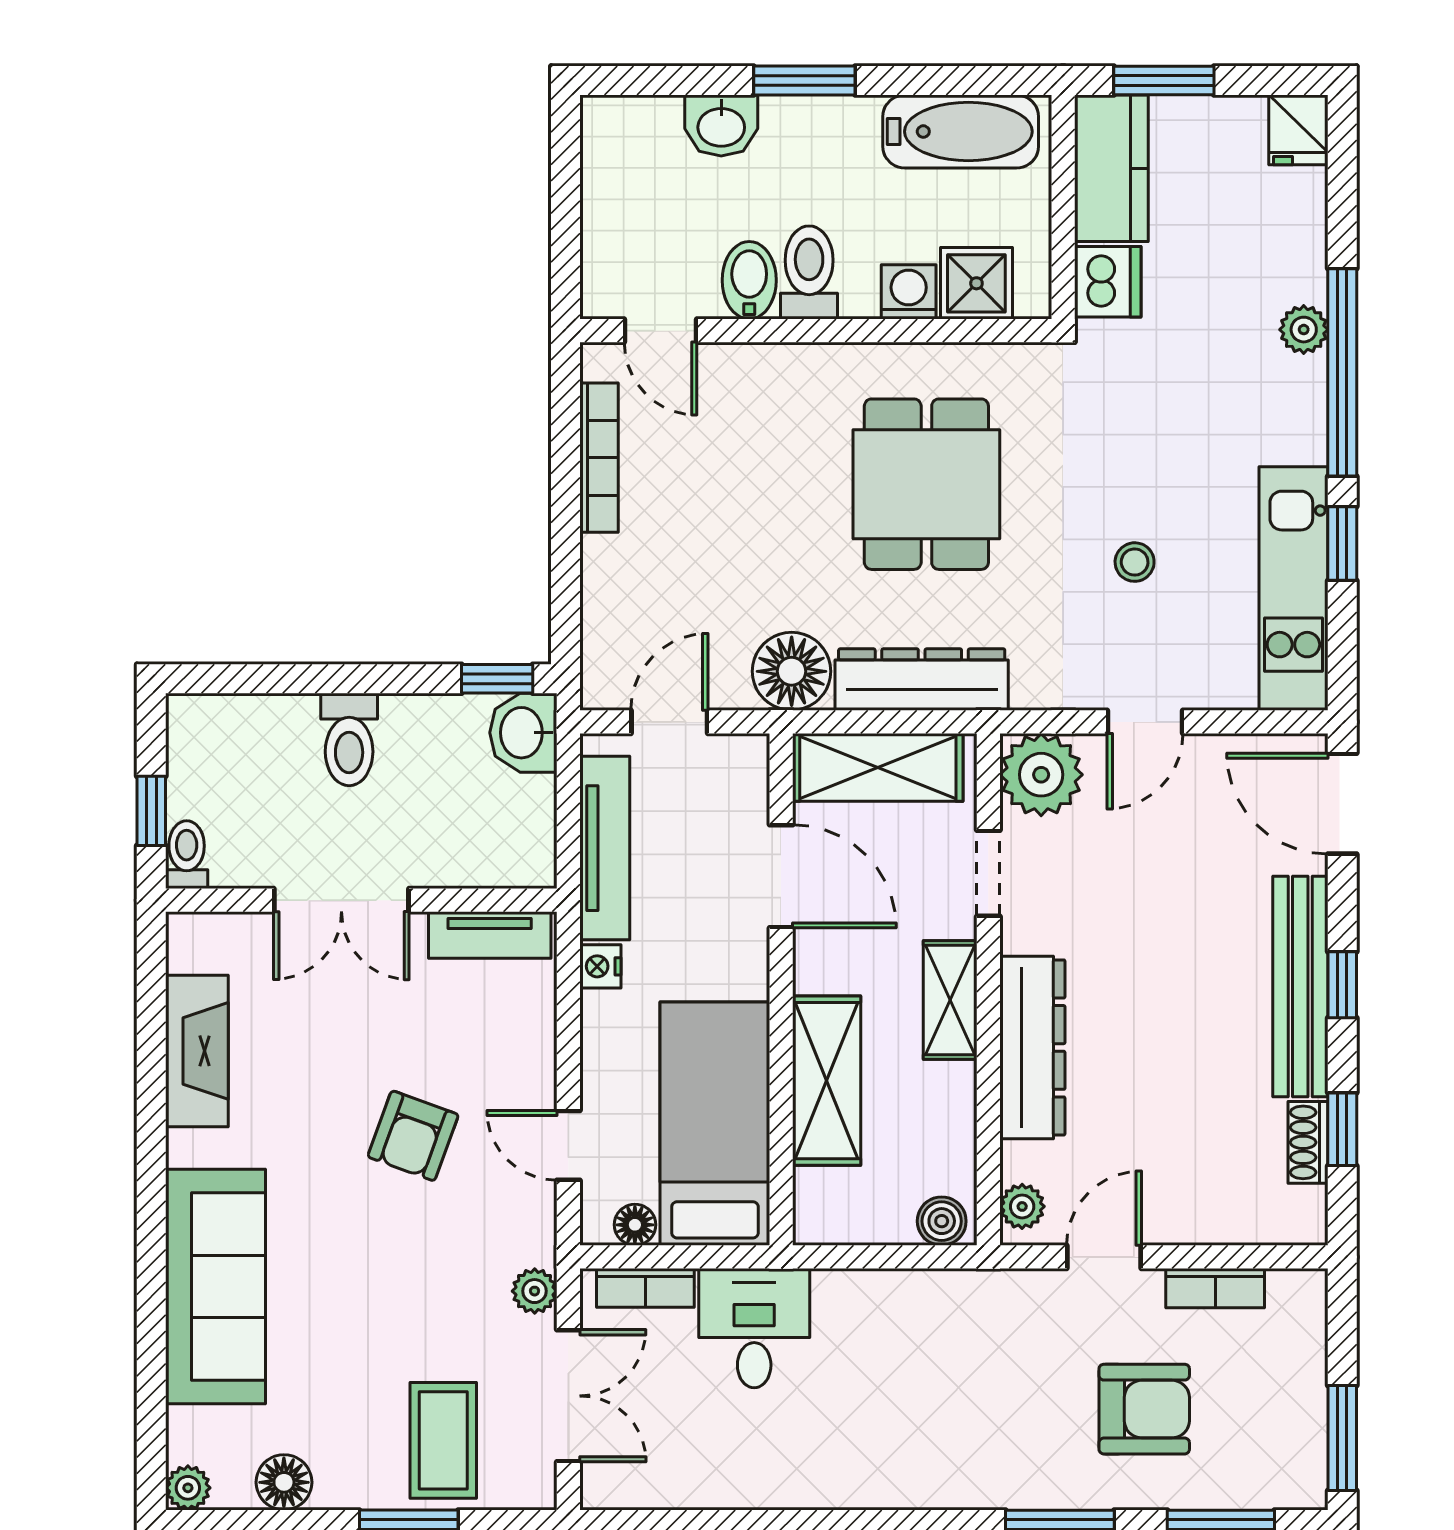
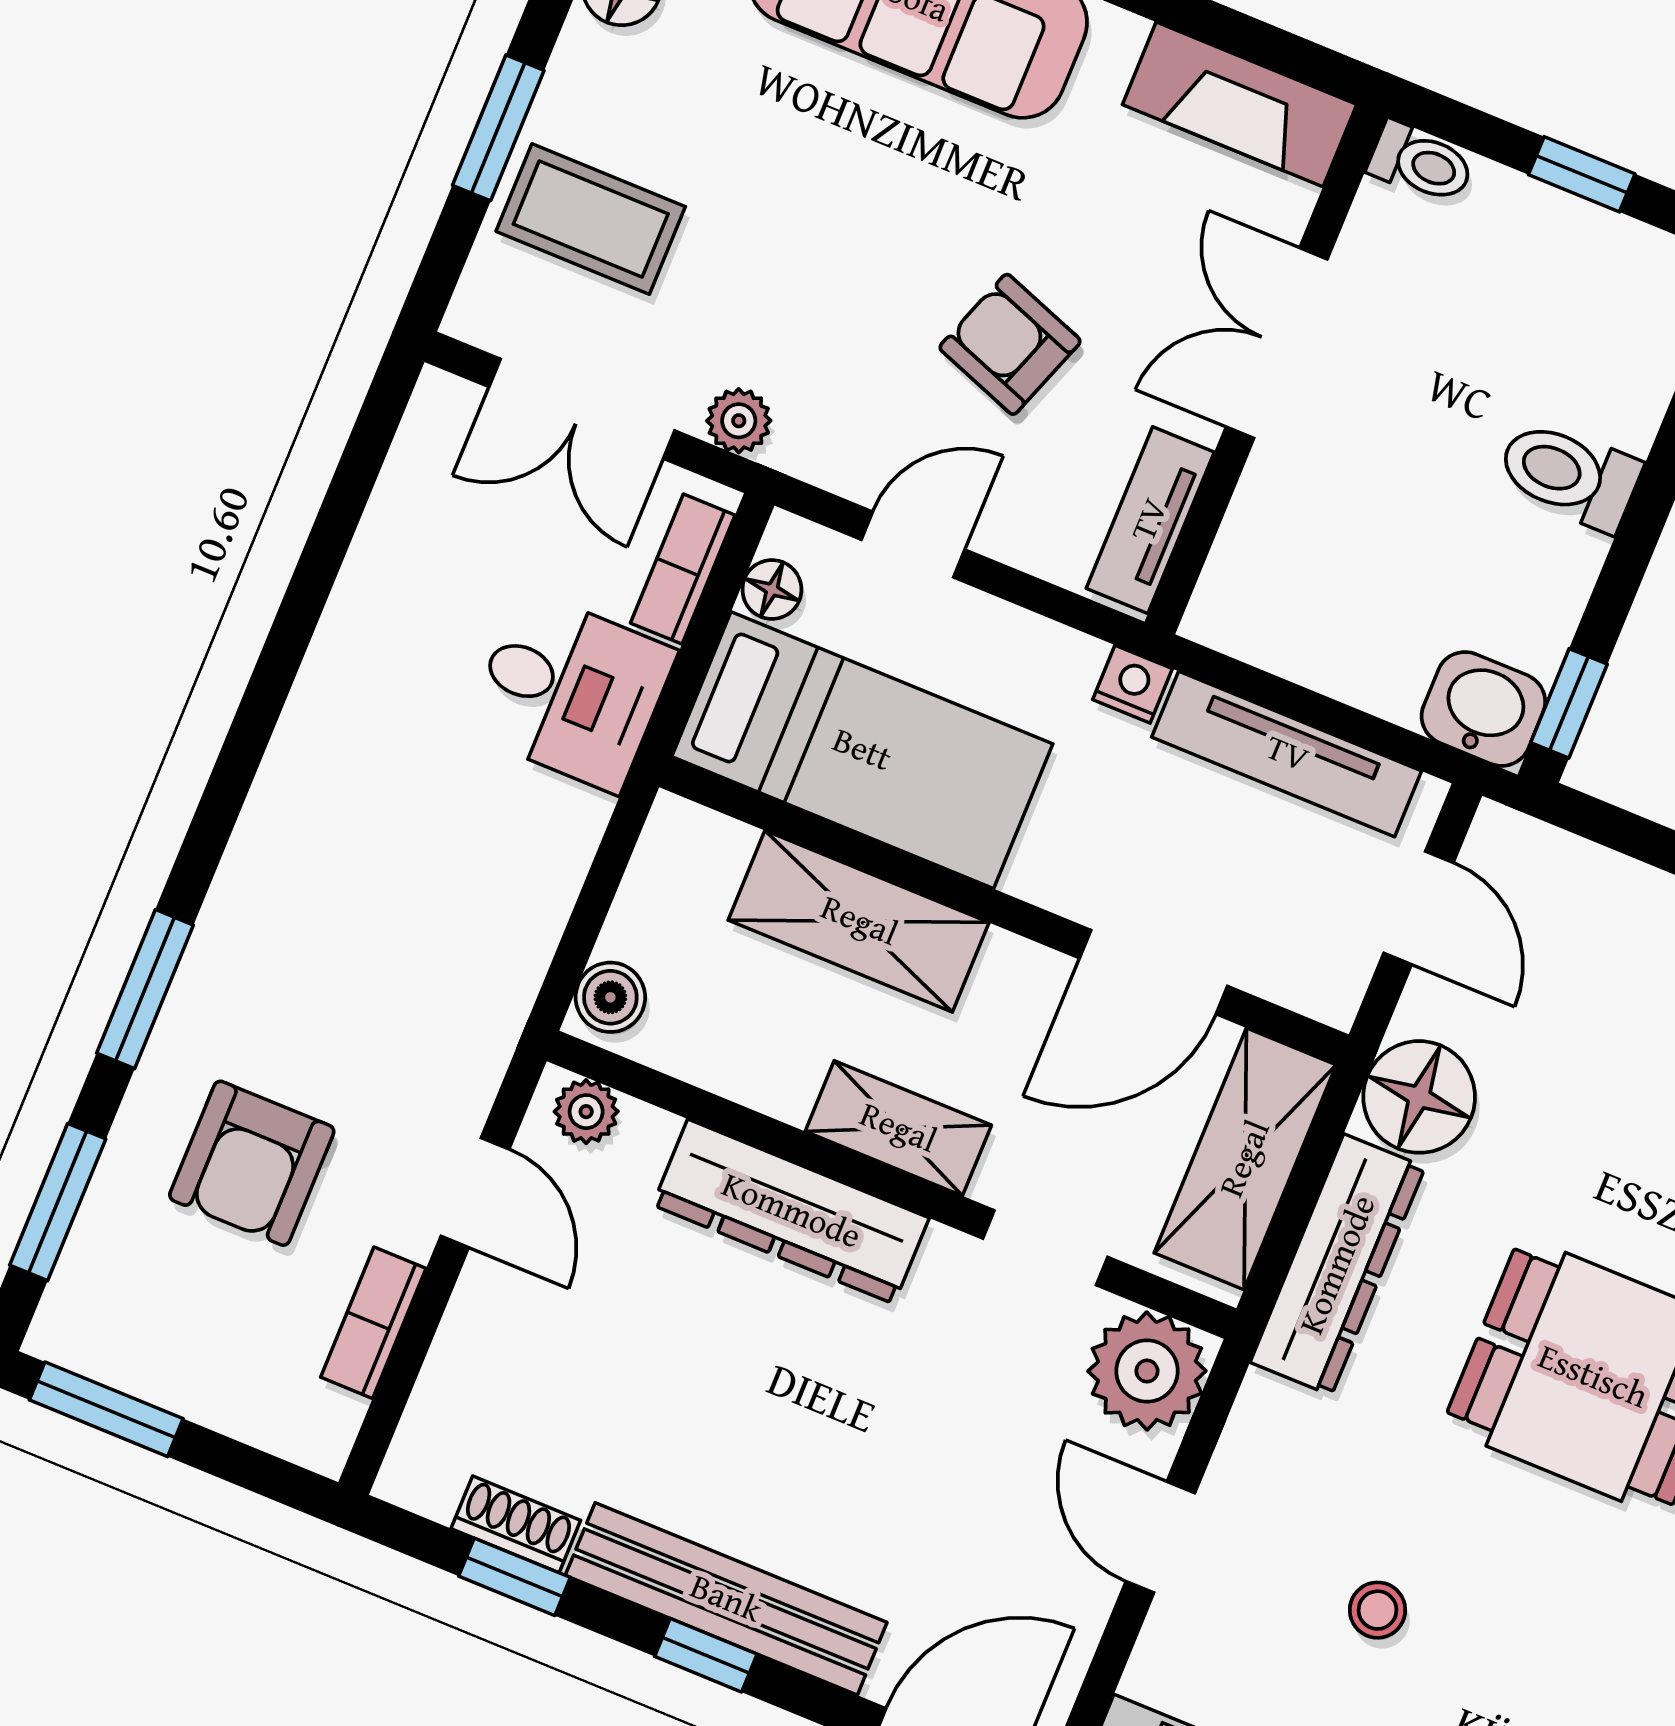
toilet: (187, 855) -> (1421, 163), moved
double door: (341, 900) -> (1277, 343), moved
wall: (361, 900) -> (1266, 369), moved
tv unit: (490, 935) -> (1150, 520), moved

